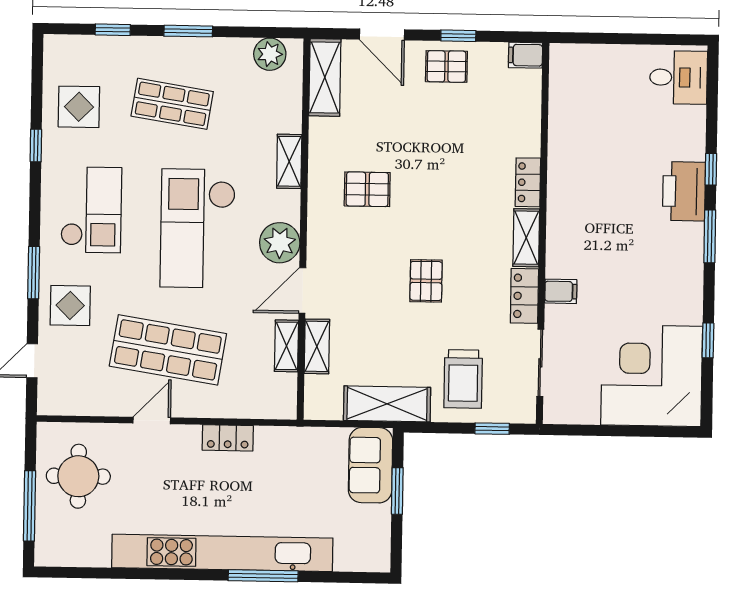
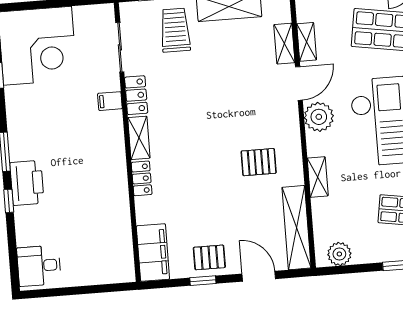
filing cabinet: (526, 55) -> (153, 253), width x3.00, depth x1.17
shelving: (325, 77) -> (296, 228), width x1.47
pallet: (426, 281) -> (209, 99), removed

